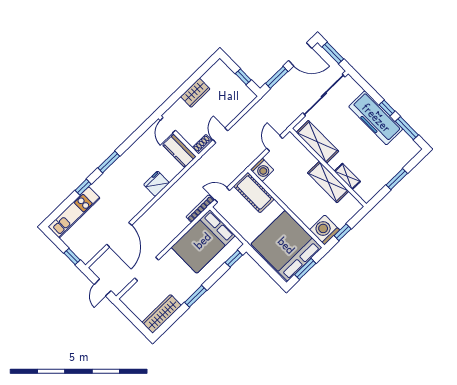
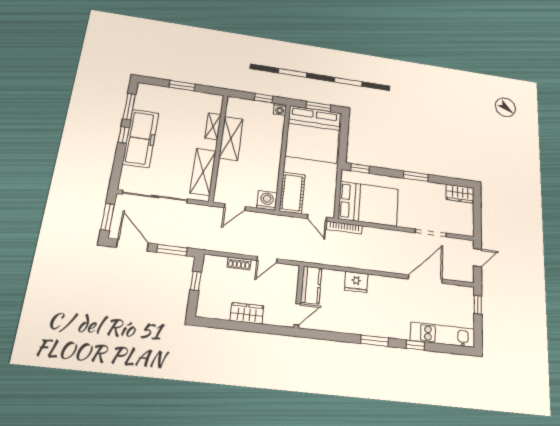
shoe rack: (202, 144) -> (239, 263), moved
washing machine: (325, 230) -> (280, 109), width x0.53, depth x0.53
wardrobe: (162, 314) -> (460, 194), width x0.67

